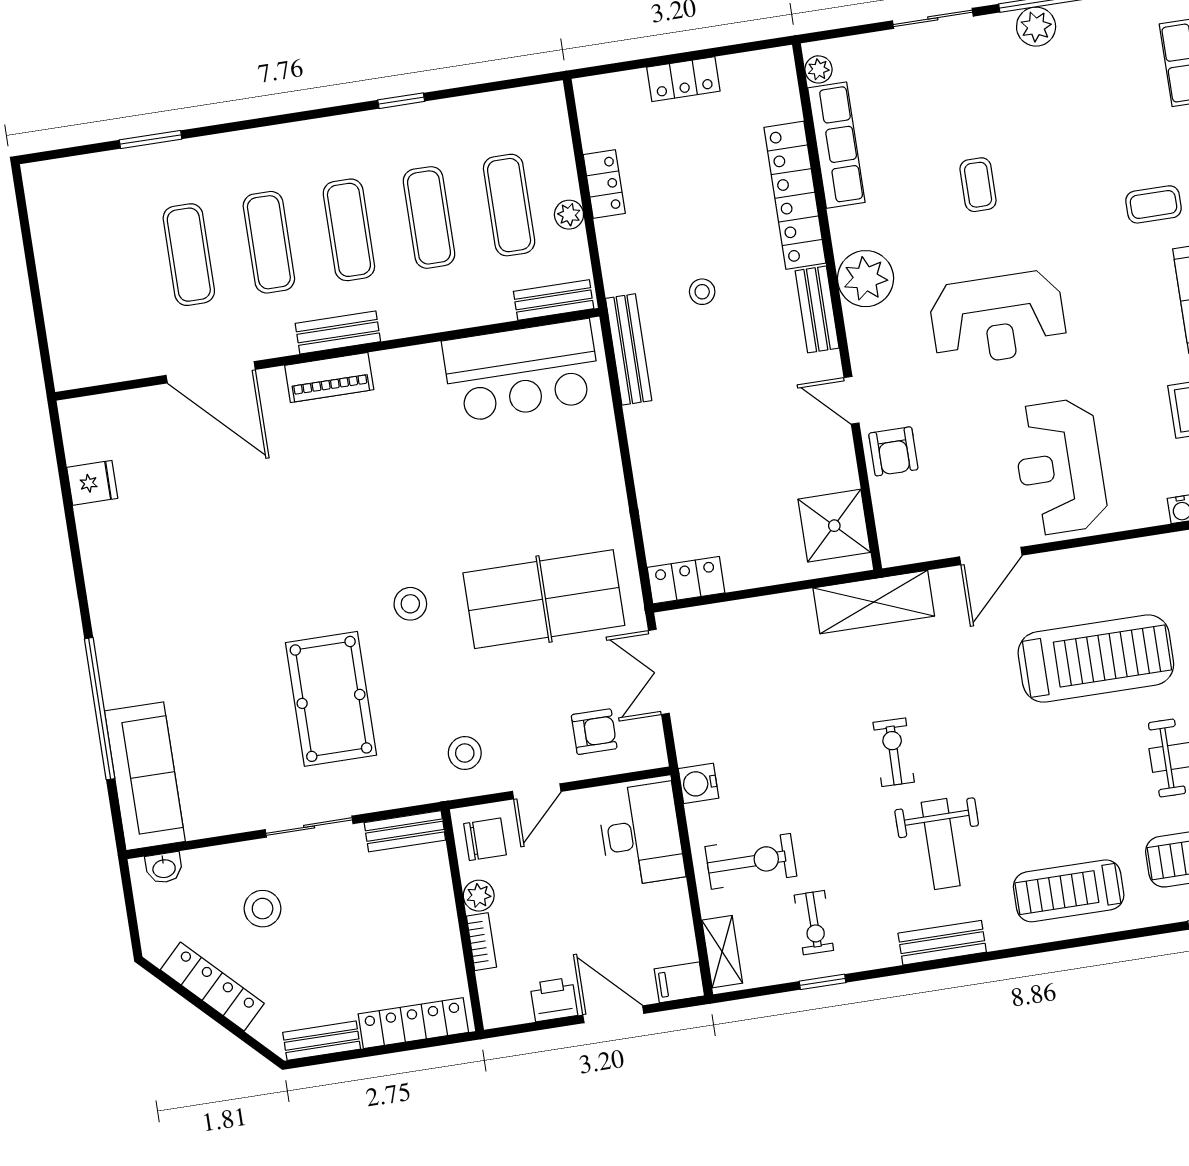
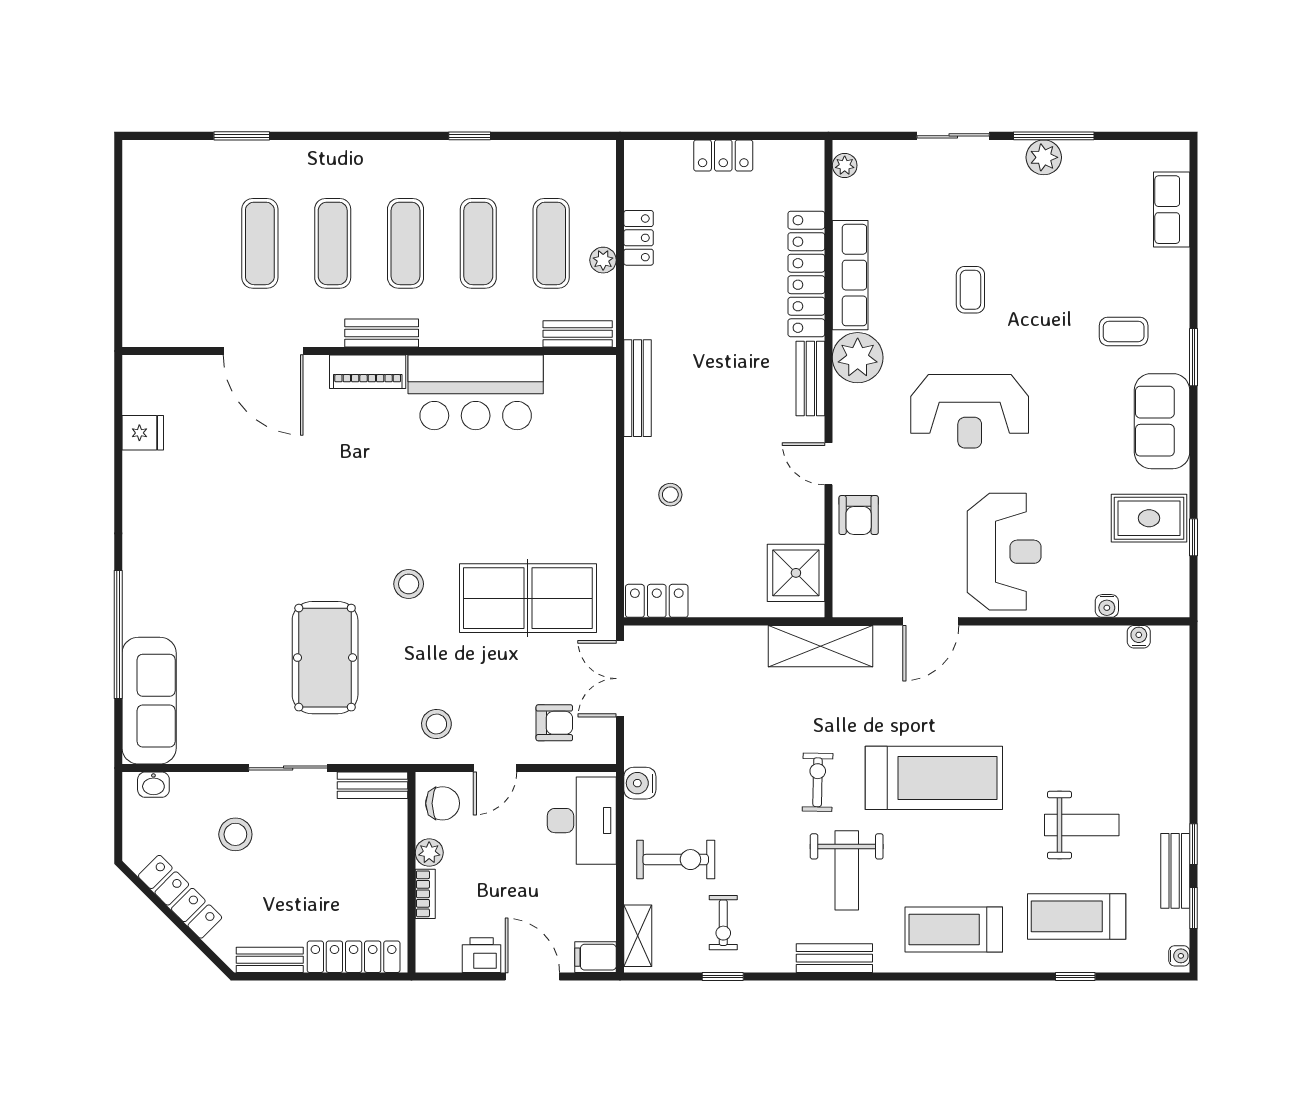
row of seats: (836, 145) -> (850, 275), moved
stool: (702, 292) -> (670, 495), moved
bar counter: (522, 371) -> (476, 392), moved
reception desk: (1060, 467) -> (1004, 552), turned 180
treadmill: (1096, 659) -> (934, 778), moved

